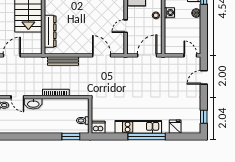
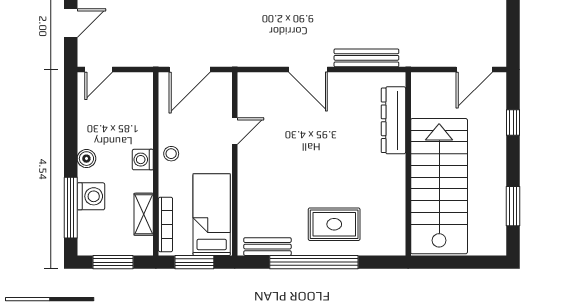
door: (102, 55) -> (308, 69), moved
door: (190, 55) -> (99, 69), hinge flipped

